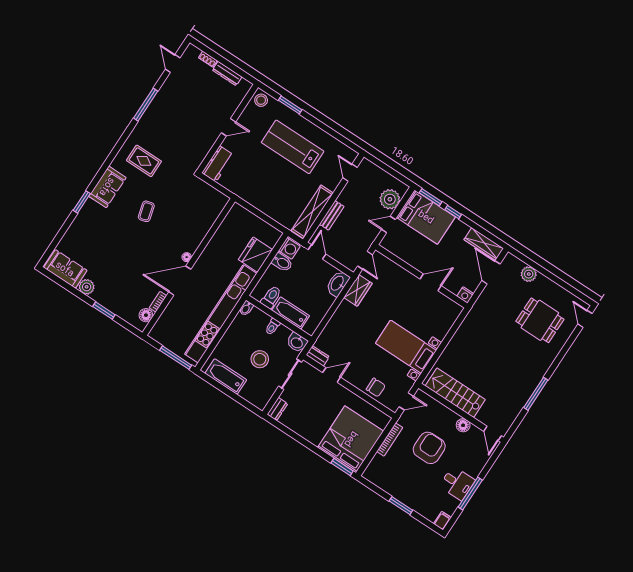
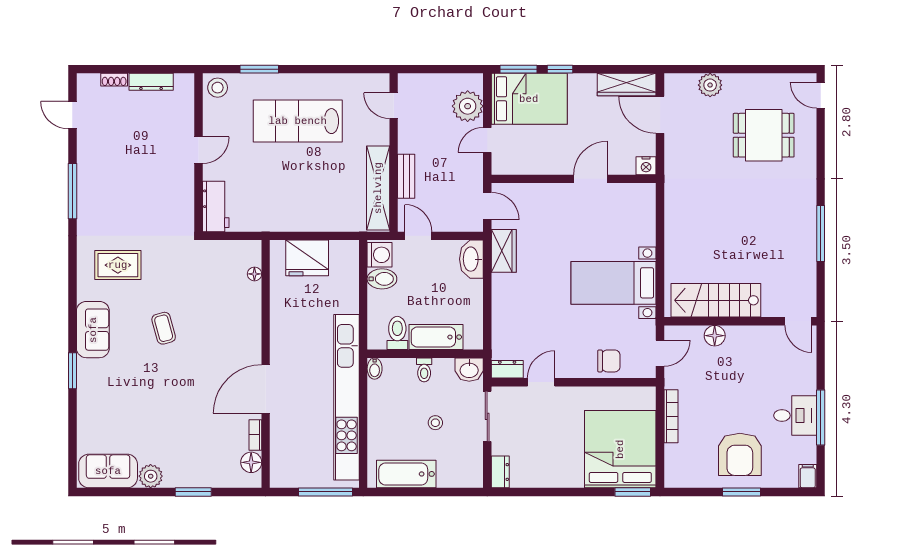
fridge: (255, 255) -> (307, 258), moved, turned -90
floor lamp: (187, 257) -> (254, 274), moved
stool: (260, 359) -> (435, 423), width x0.53, depth x0.53
floor lamp: (463, 425) -> (715, 336), moved
armchair: (429, 448) -> (740, 454), moved, turned 180

